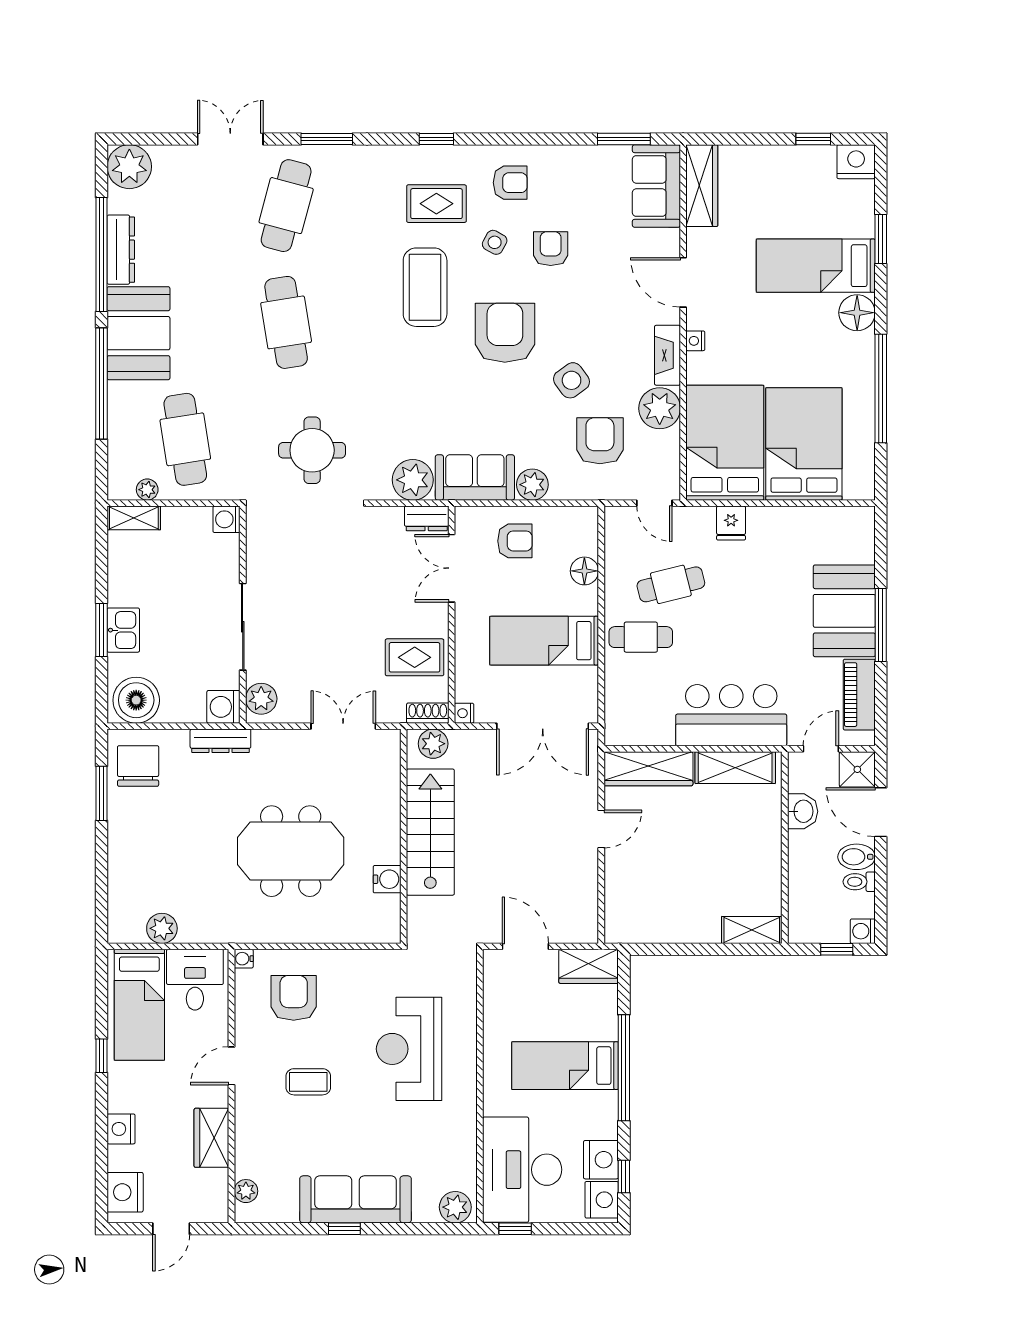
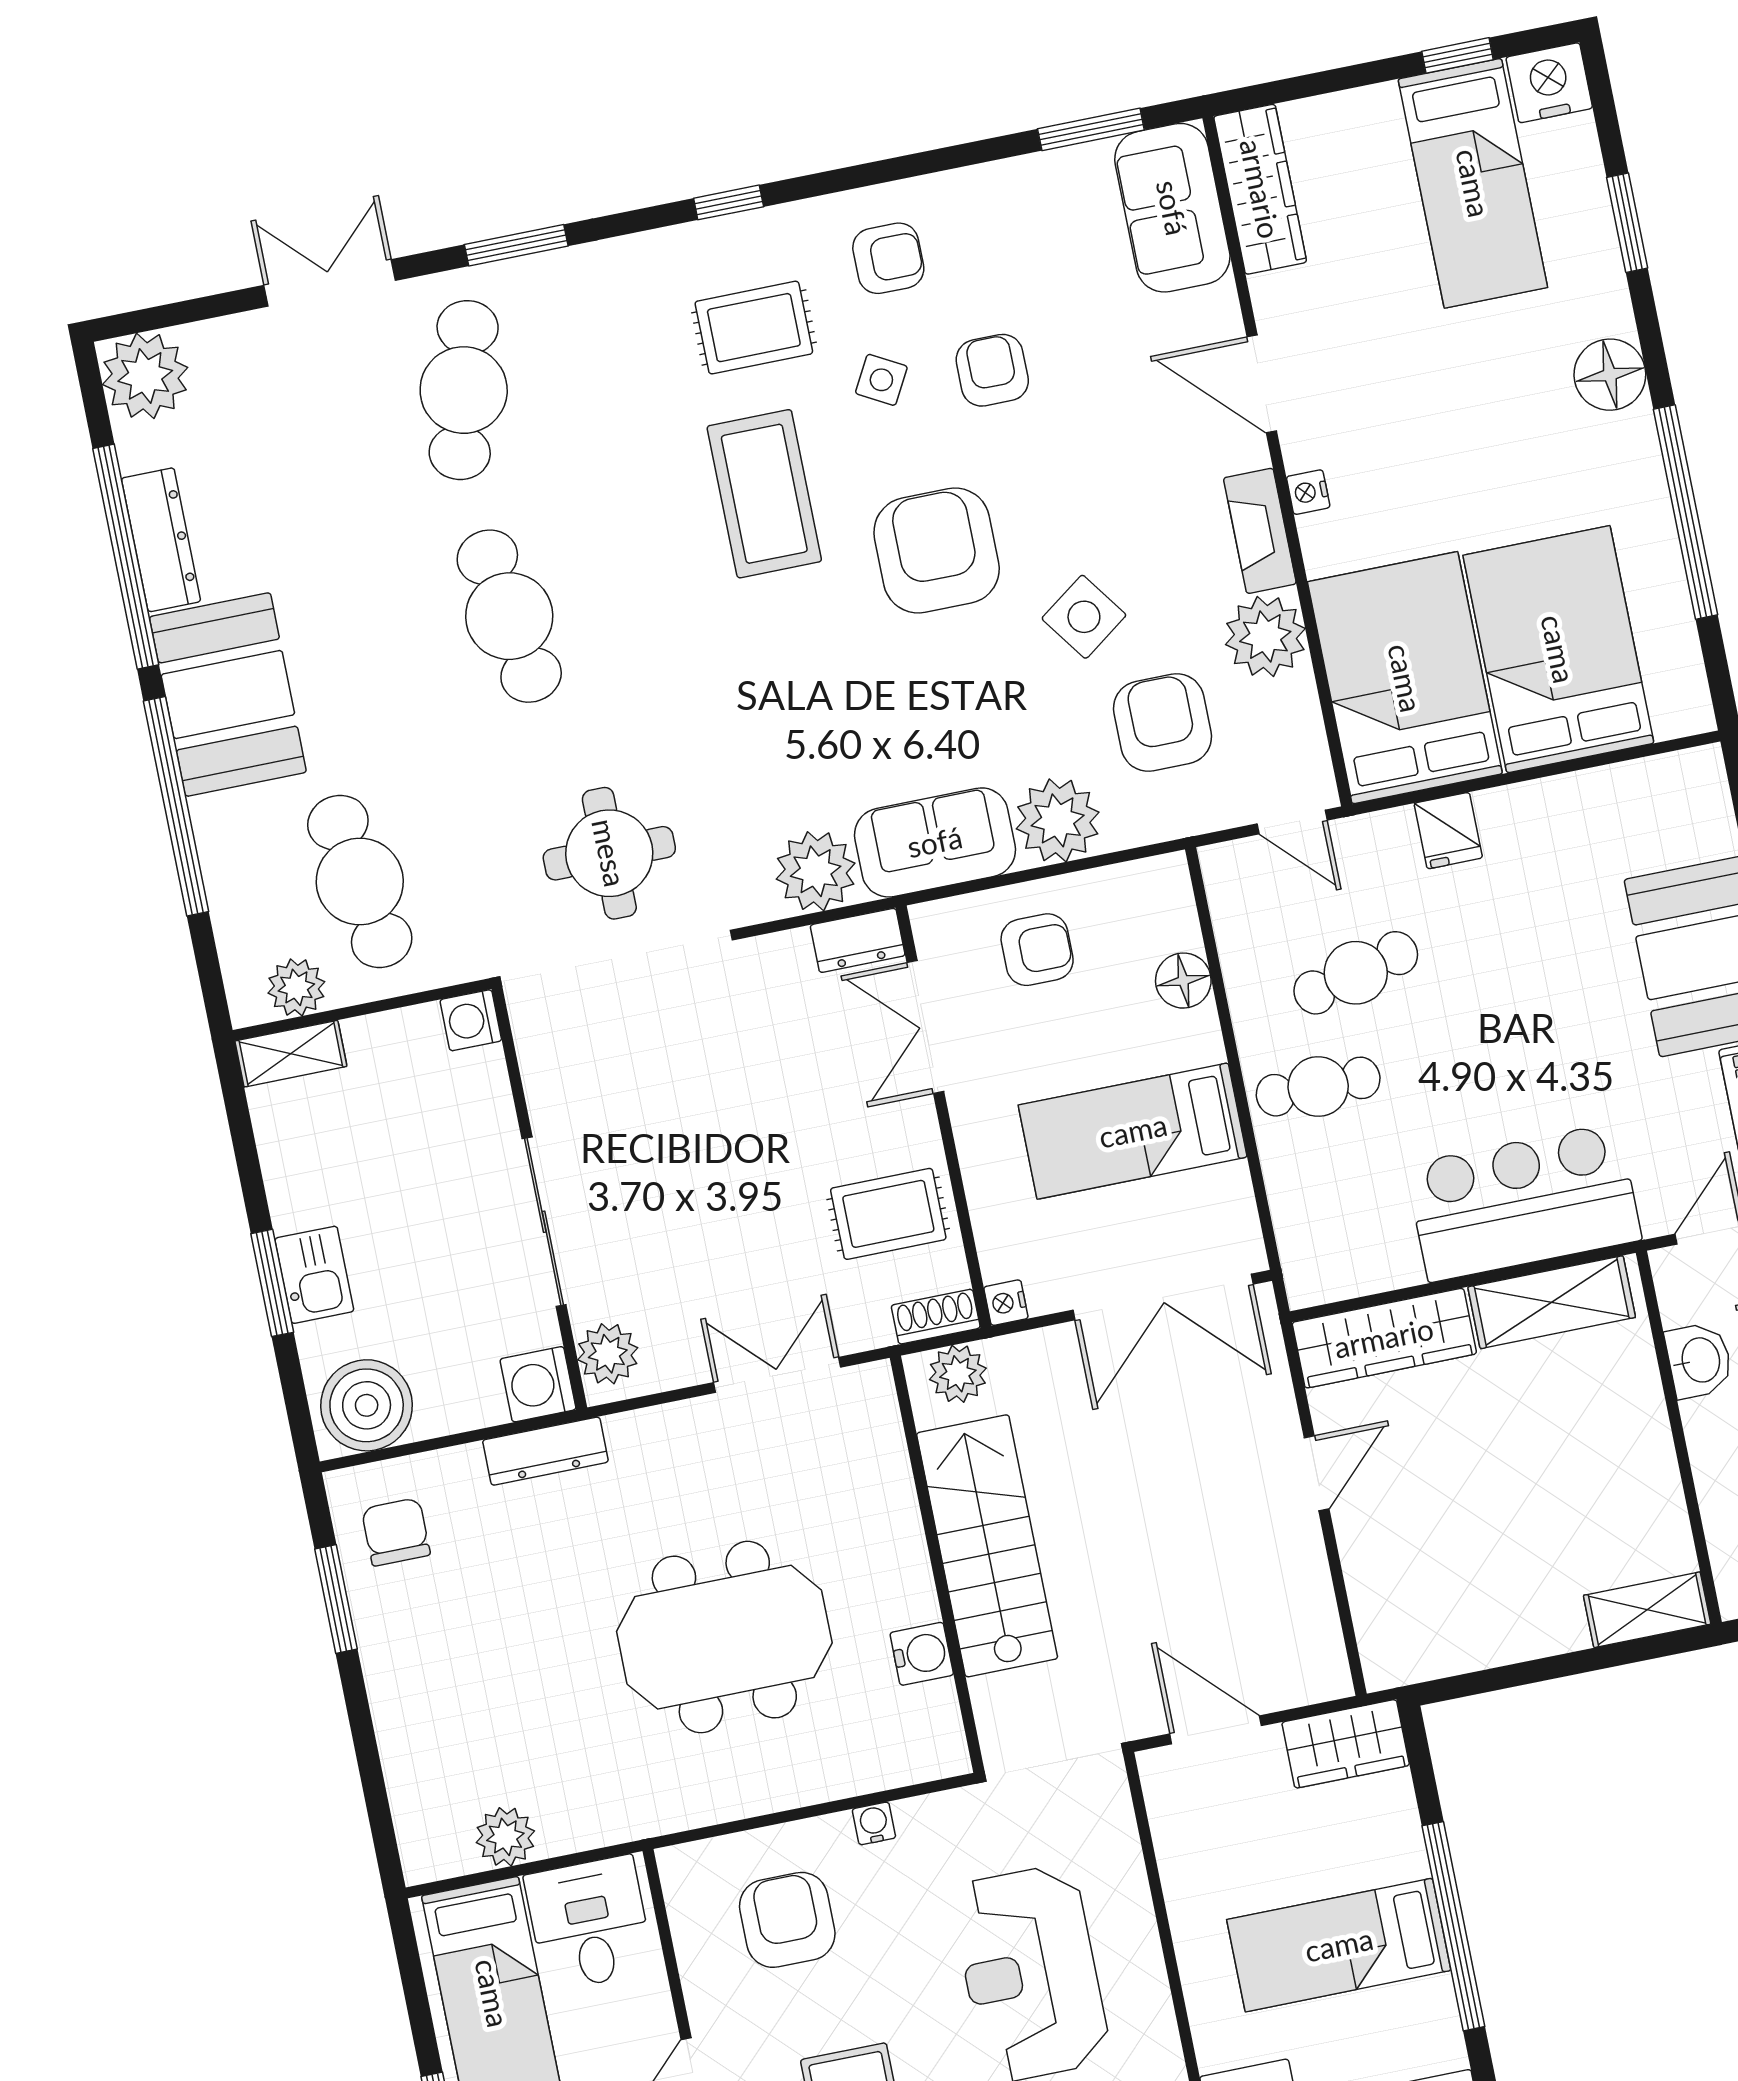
bed: (816, 266) -> (1473, 183), moved, turned -90
plant: (532, 485) -> (1058, 820), width x1.36, depth x1.36
plant: (147, 490) -> (296, 987), width x1.38, depth x1.38
chair: (138, 766) -> (396, 1532), width x0.73, depth x0.73
water cooler: (244, 959) -> (874, 1823), moved, turned 90

